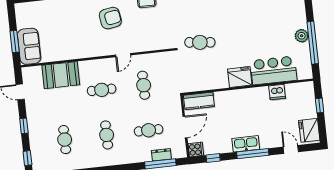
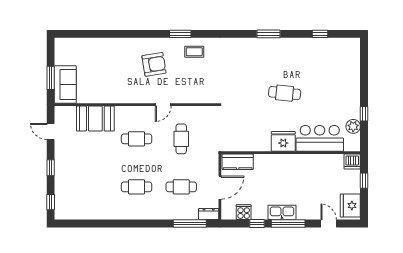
plant: (302, 36) -> (353, 126), moved
cafe table: (200, 42) -> (285, 93), moved
window: (313, 43) -> (364, 114), width x0.32
dishwasher: (277, 92) -> (352, 162), moved
cafe table: (107, 135) -> (137, 187), turned 90
cafe table: (65, 140) -> (92, 187), removed
cooker: (196, 149) -> (244, 212), moved, turned -90
dresser: (161, 155) -> (209, 214), moved
window: (213, 158) -> (257, 224), moved

